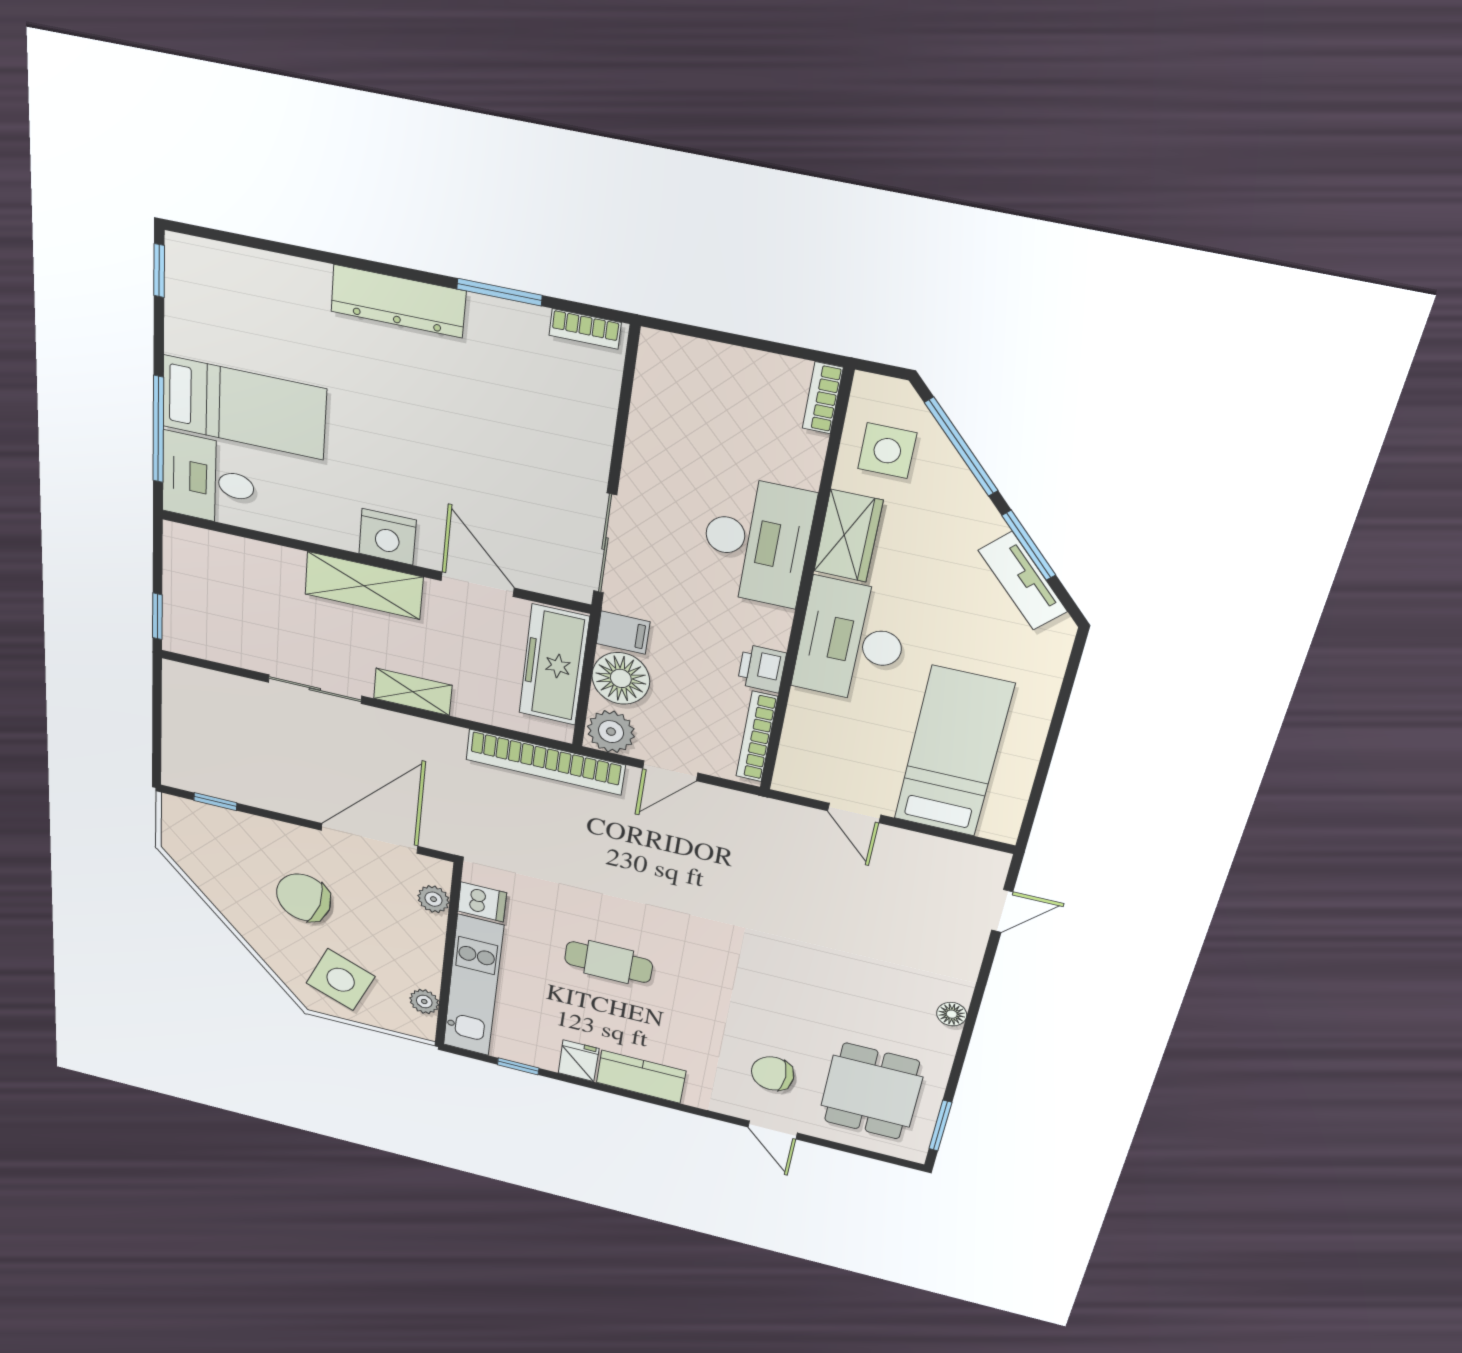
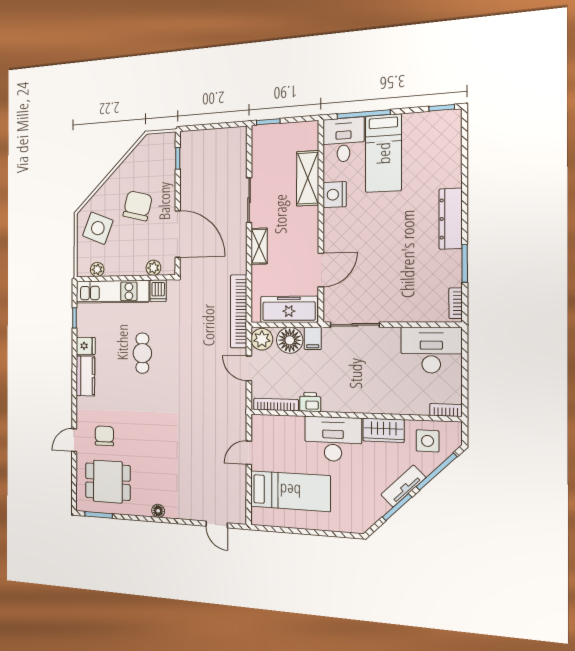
nightstand: (387, 537) -> (335, 195), moved
desk: (756, 541) -> (431, 350), moved, turned 180
tv unit: (1023, 581) -> (403, 486), moved
shelving: (364, 586) -> (308, 178), moved

